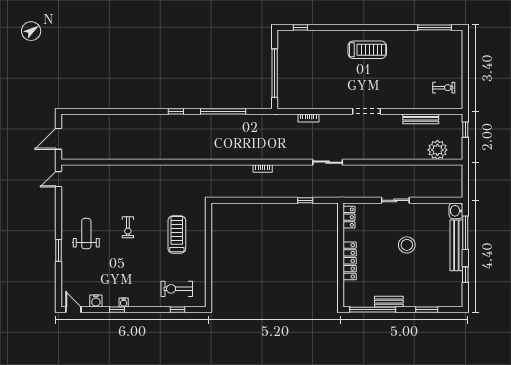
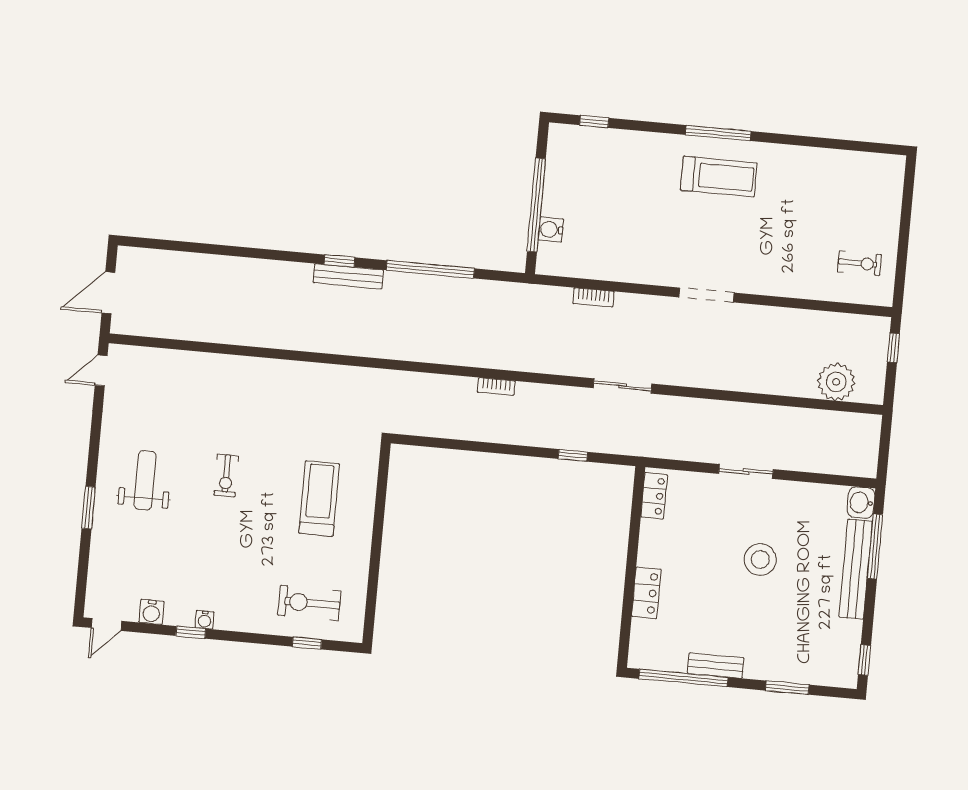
window: (435, 27) -> (718, 133), moved
water cooler: (283, 85) -> (551, 229), added
bench: (421, 119) -> (348, 276), moved
locker: (350, 261) -> (646, 593), width x0.66
window: (465, 275) -> (864, 660), moved
door: (73, 310) -> (107, 624), swing flipped

